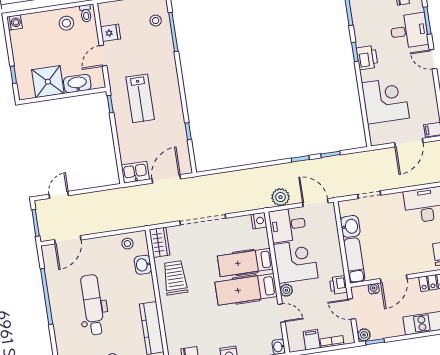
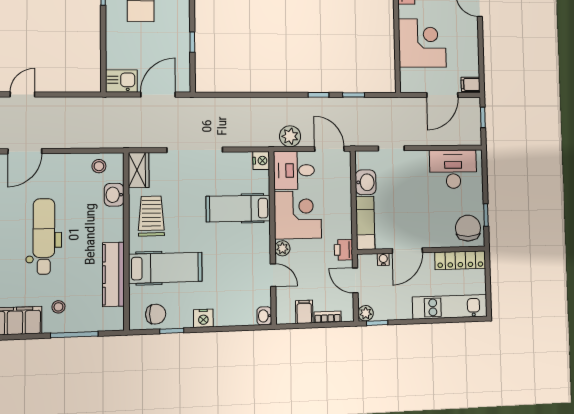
hospital bed: (246, 289) -> (165, 268), moved, turned 180

